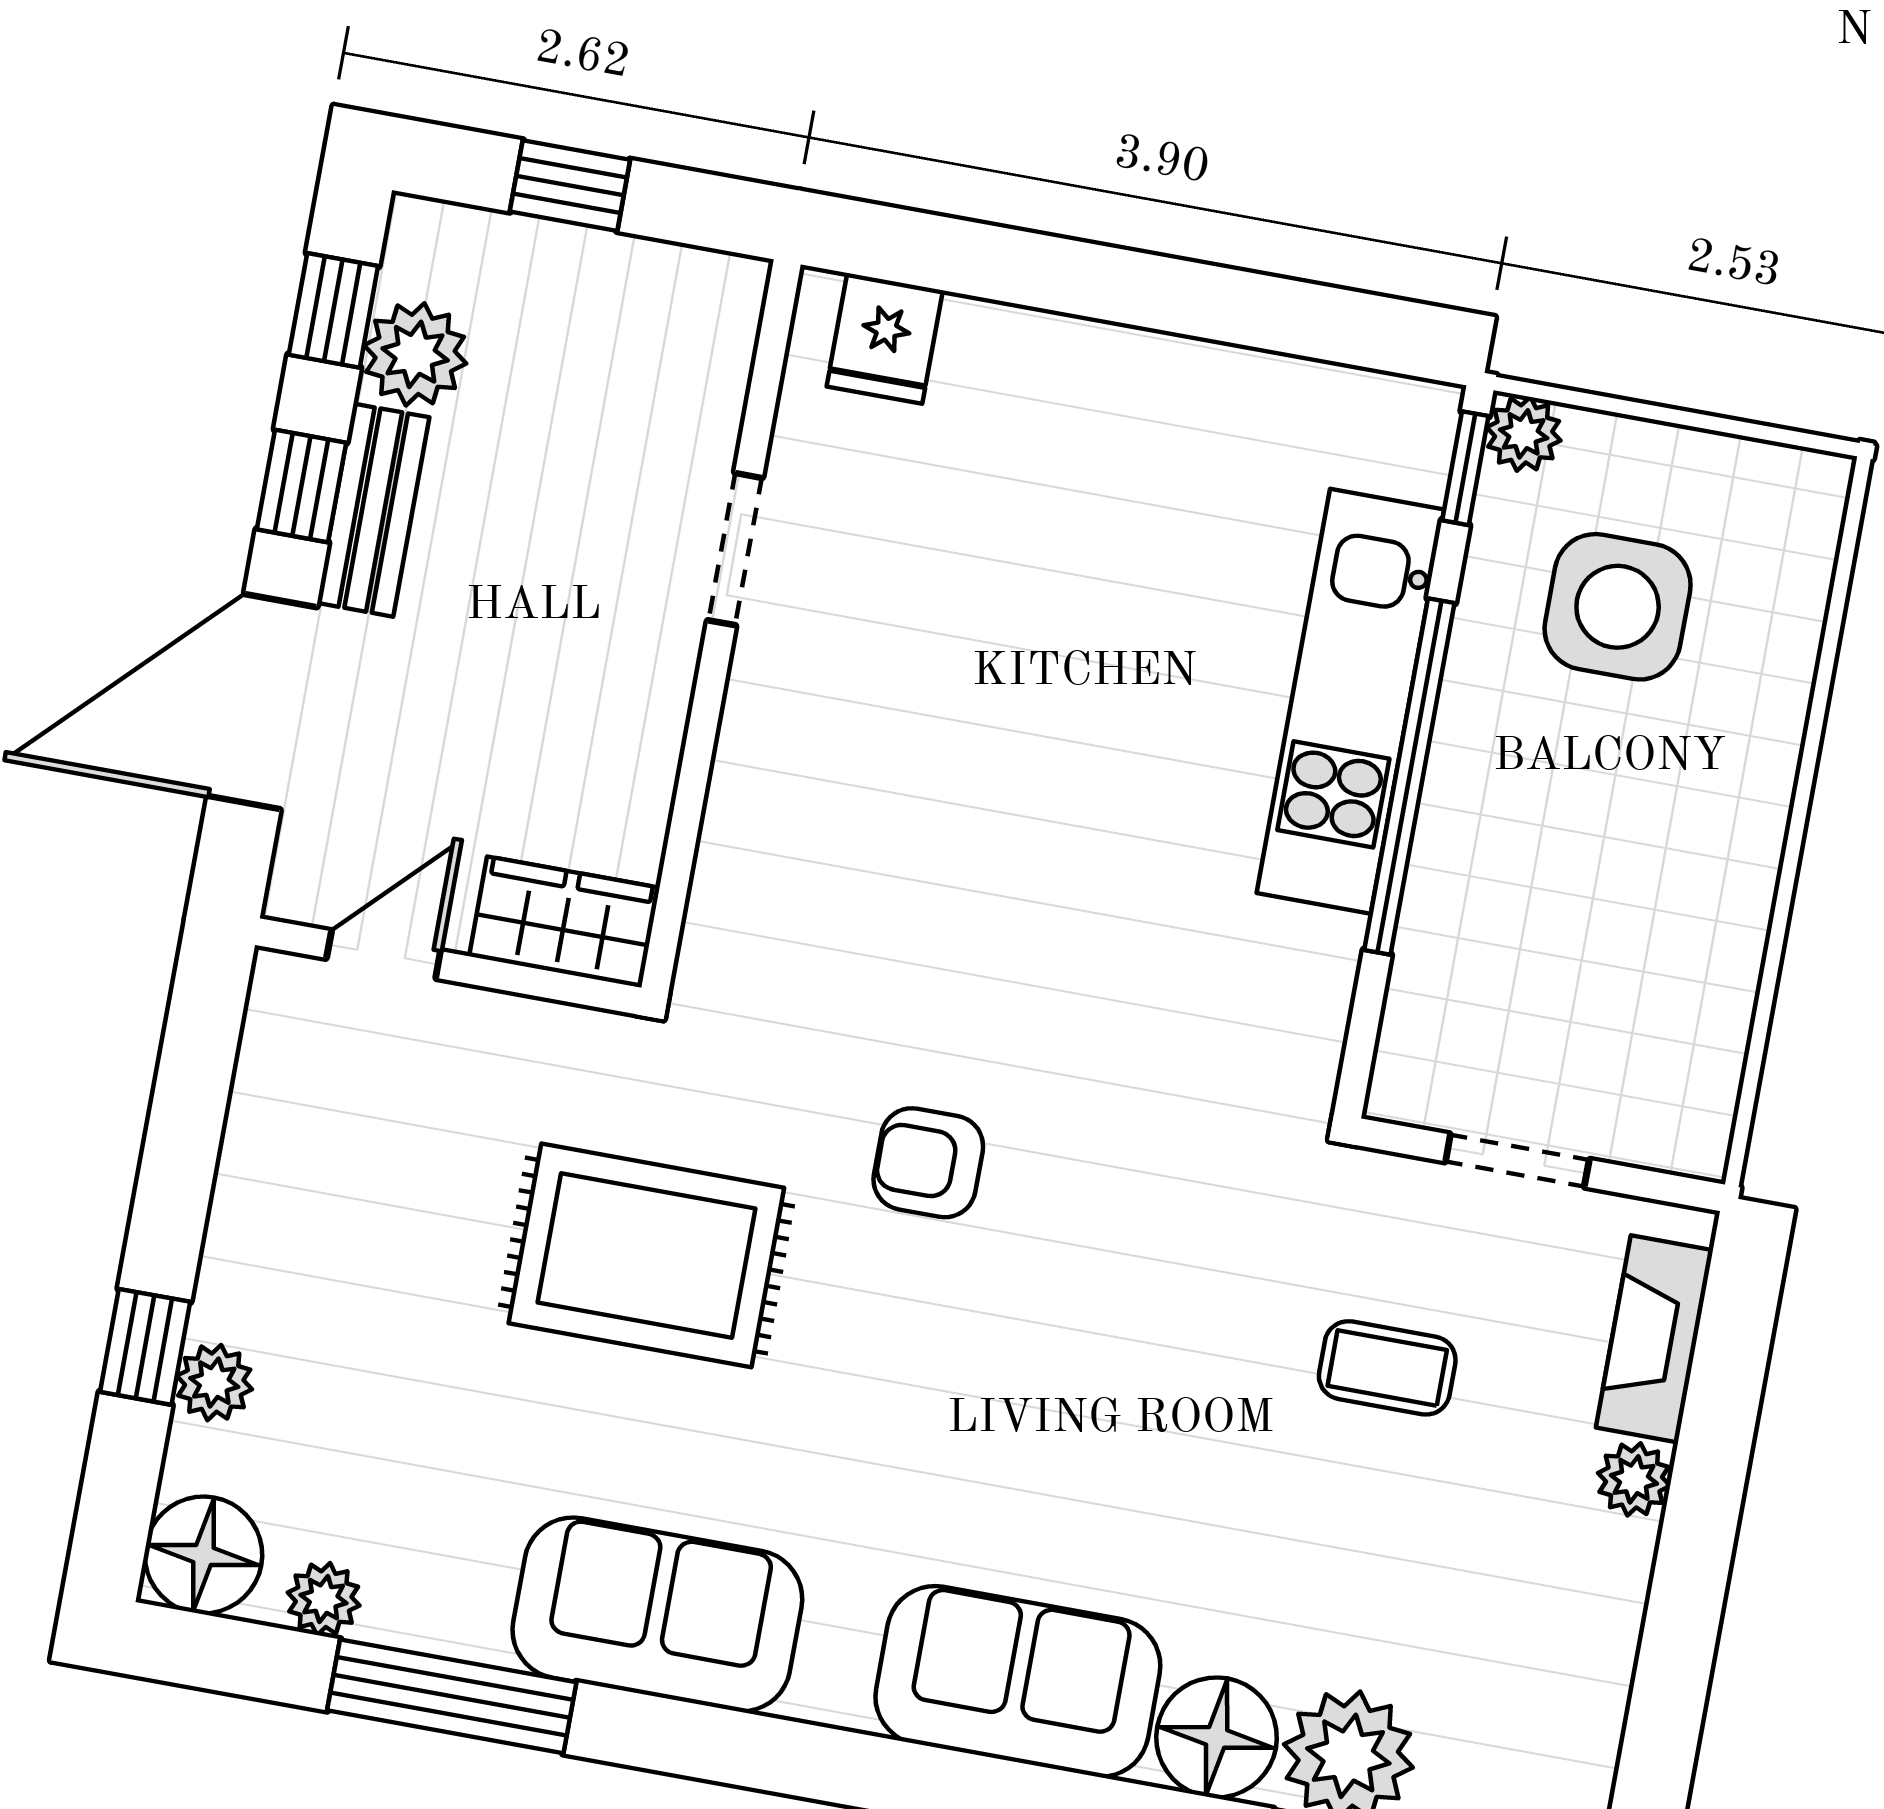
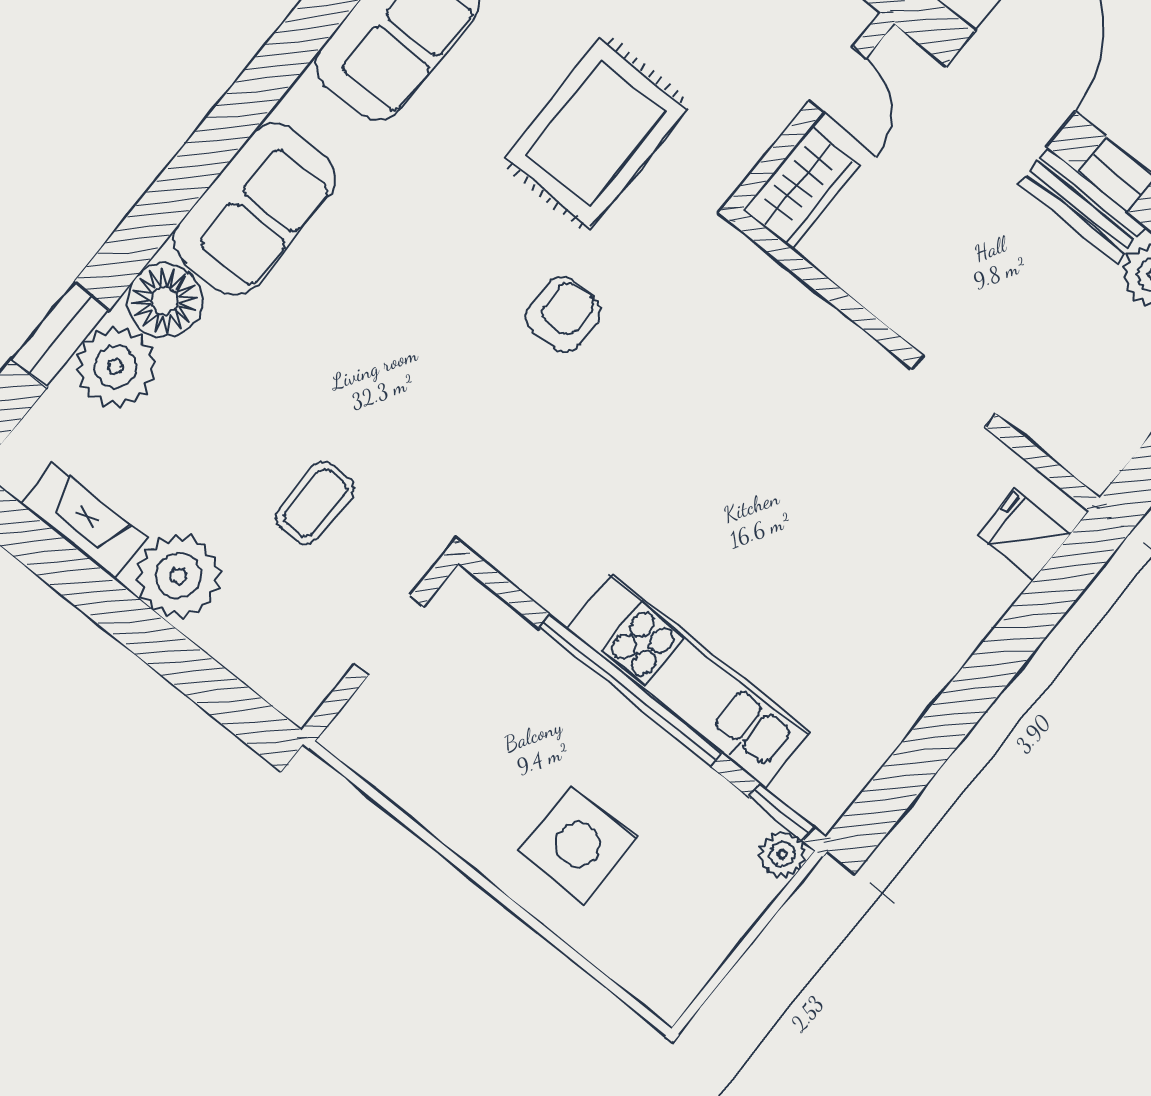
side table: (1618, 607) -> (578, 844), moved
fireplace: (1655, 1339) -> (84, 521), moved
plant: (1634, 1479) -> (178, 576), width x1.88, depth x1.88

